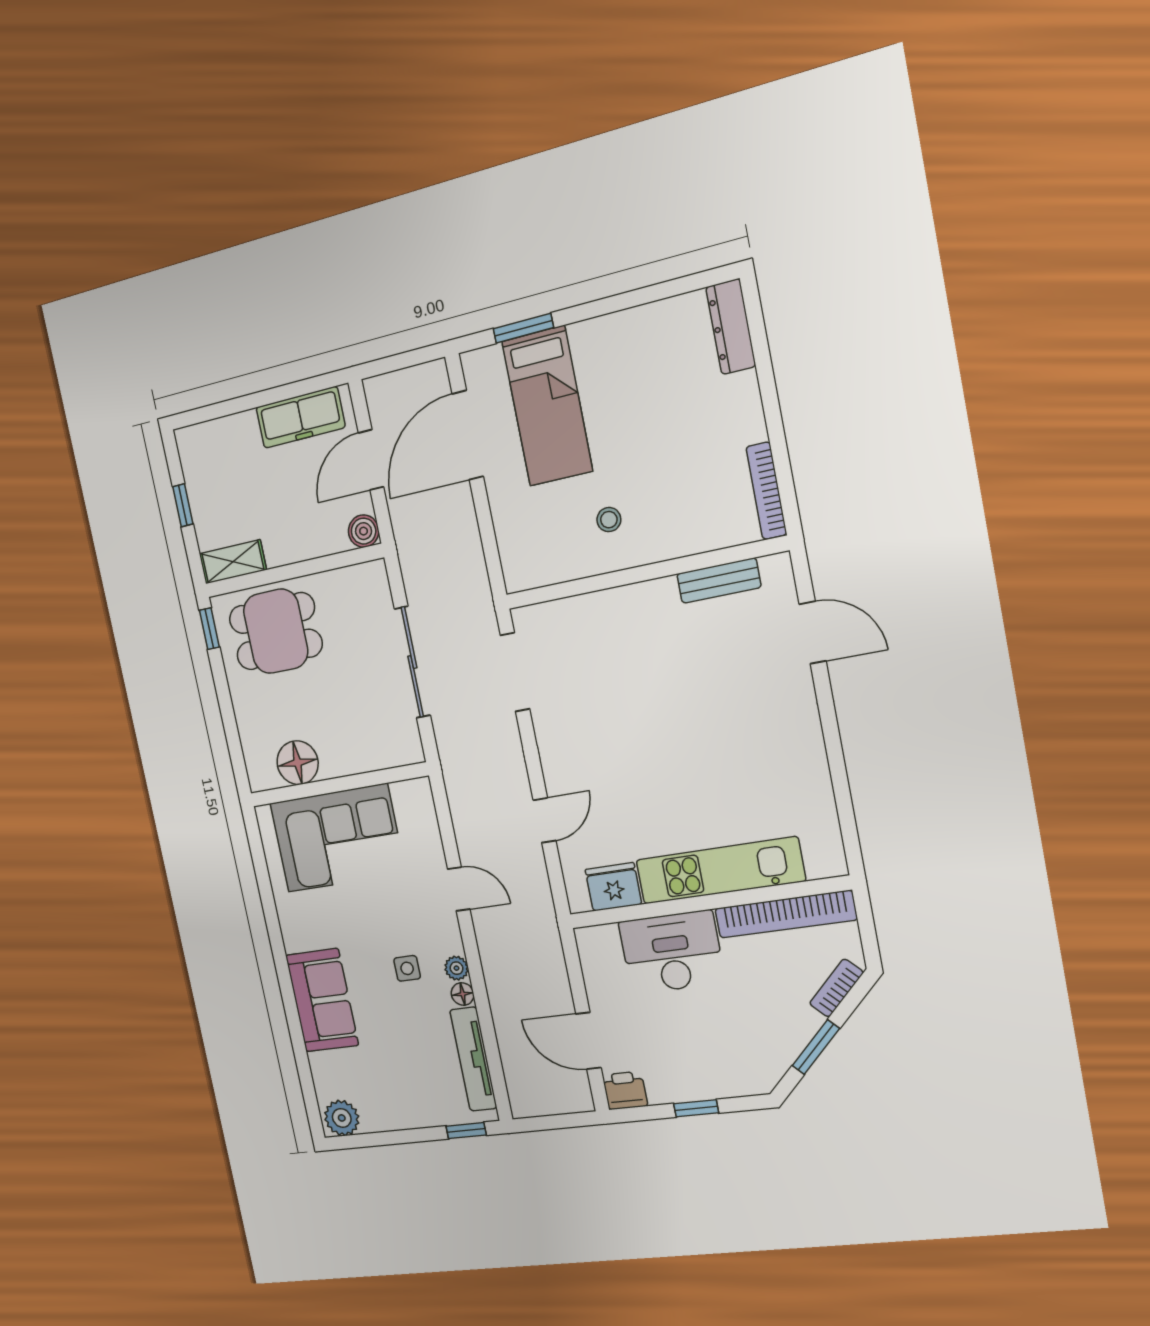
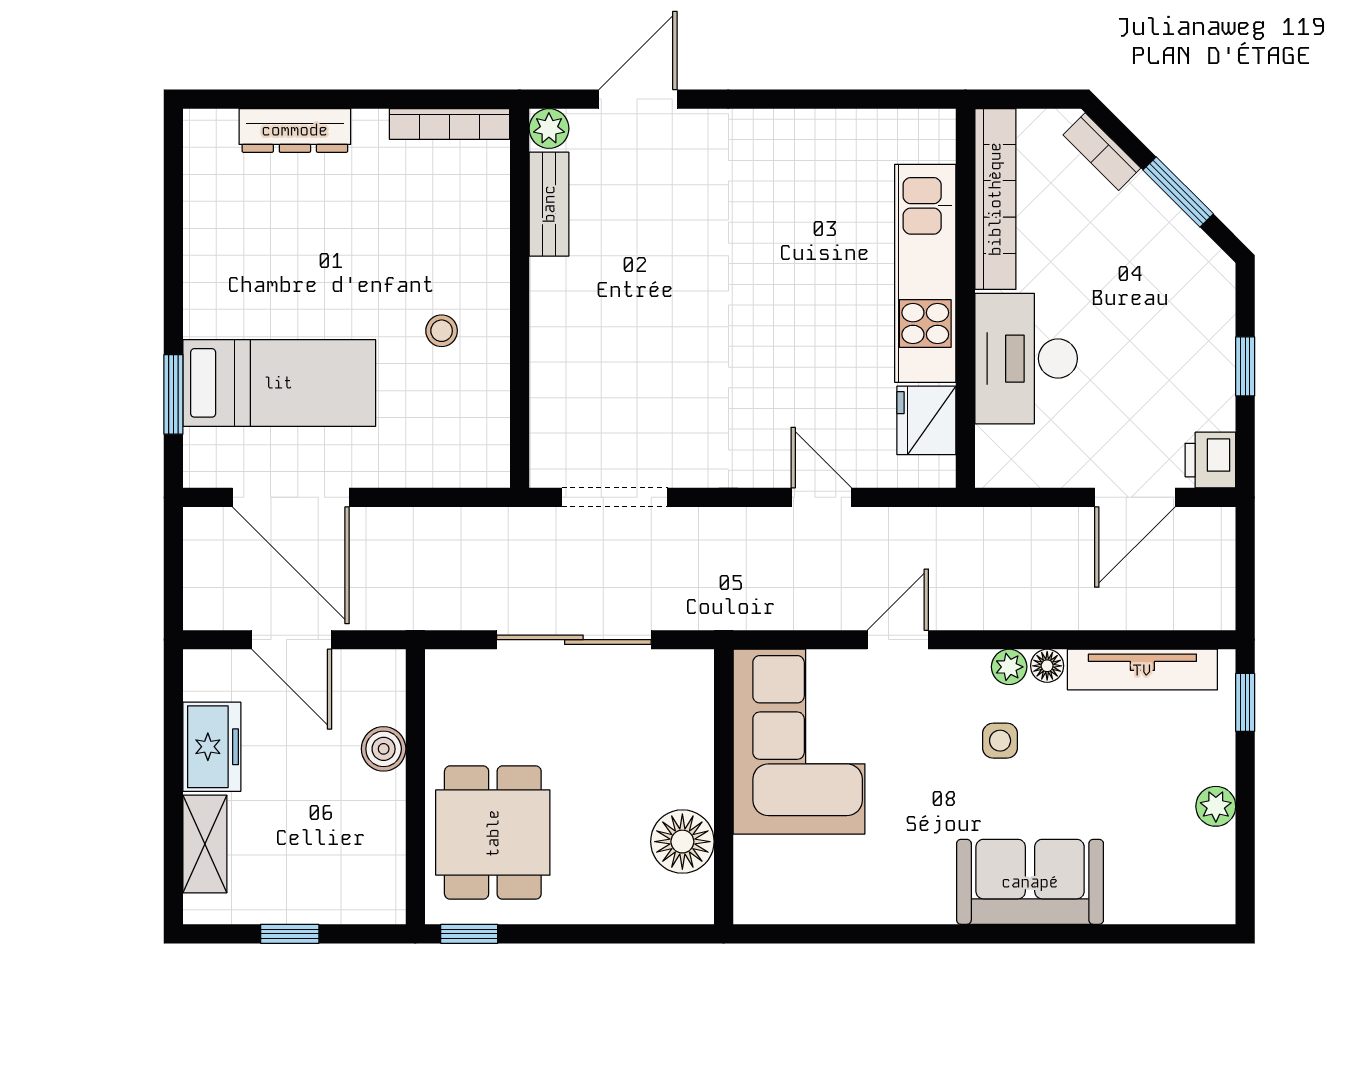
dresser: (731, 327) -> (295, 130), moved
freezer: (300, 417) -> (212, 747), width x0.71
boiler: (364, 531) -> (384, 749), moved
shelving: (233, 562) -> (205, 844), moved
plant: (777, 569) -> (549, 128), added
corner sofa: (337, 838) -> (799, 742), moved
plant: (342, 1118) -> (1216, 806), moved, width x0.73, depth x0.73

